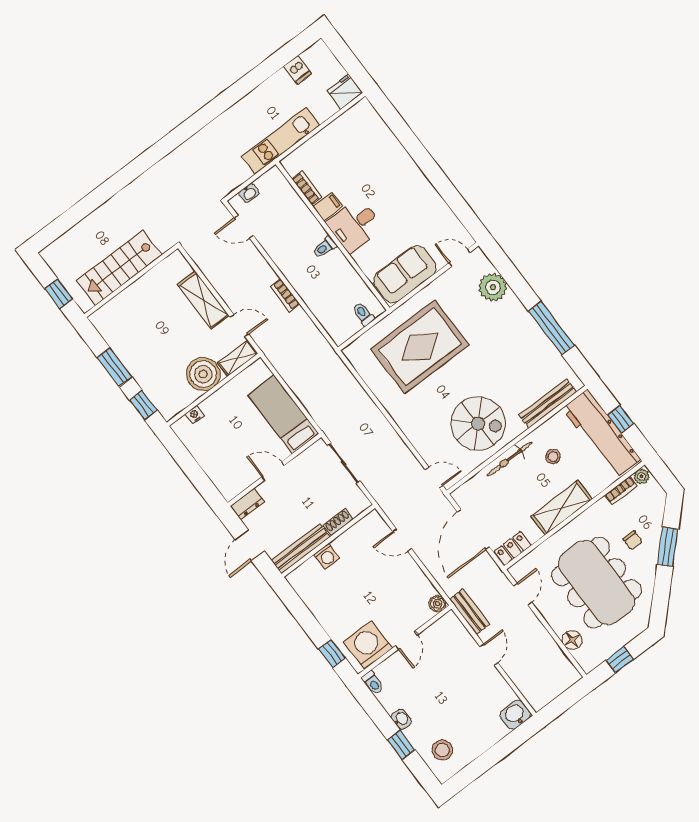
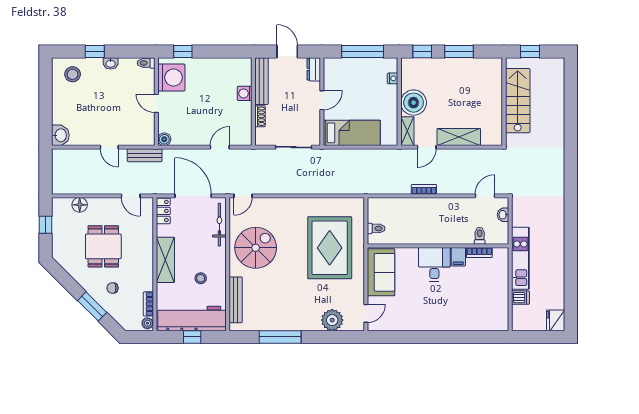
dishwasher: (298, 70) -> (520, 298), moved, turned 180
fridge: (345, 92) -> (556, 320), moved, turned 180
toilet: (325, 247) -> (480, 236), moved
spiral stairs: (478, 424) -> (256, 248), turned 180
bicycle: (509, 459) -> (219, 225), moved
window: (190, 467) -> (363, 52), added
dining table: (597, 583) -> (103, 246), width x0.53, depth x0.80

